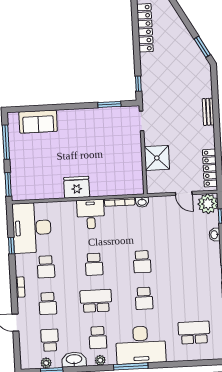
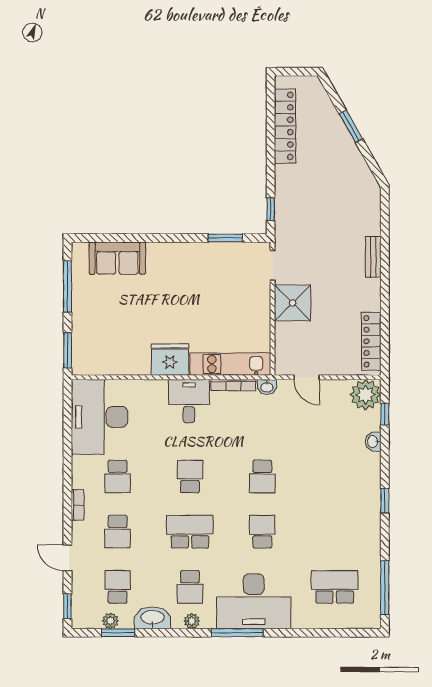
window: (202, 47) -> (351, 126), moved
shower: (157, 158) -> (293, 303), moved
kitchen unit: (117, 188) -> (230, 364), added
door: (184, 193) -> (307, 377), moved
window: (11, 246) -> (67, 606), moved
school desk: (94, 264) -> (190, 476), turned 180
school desk: (144, 298) -> (262, 532), turned 180

